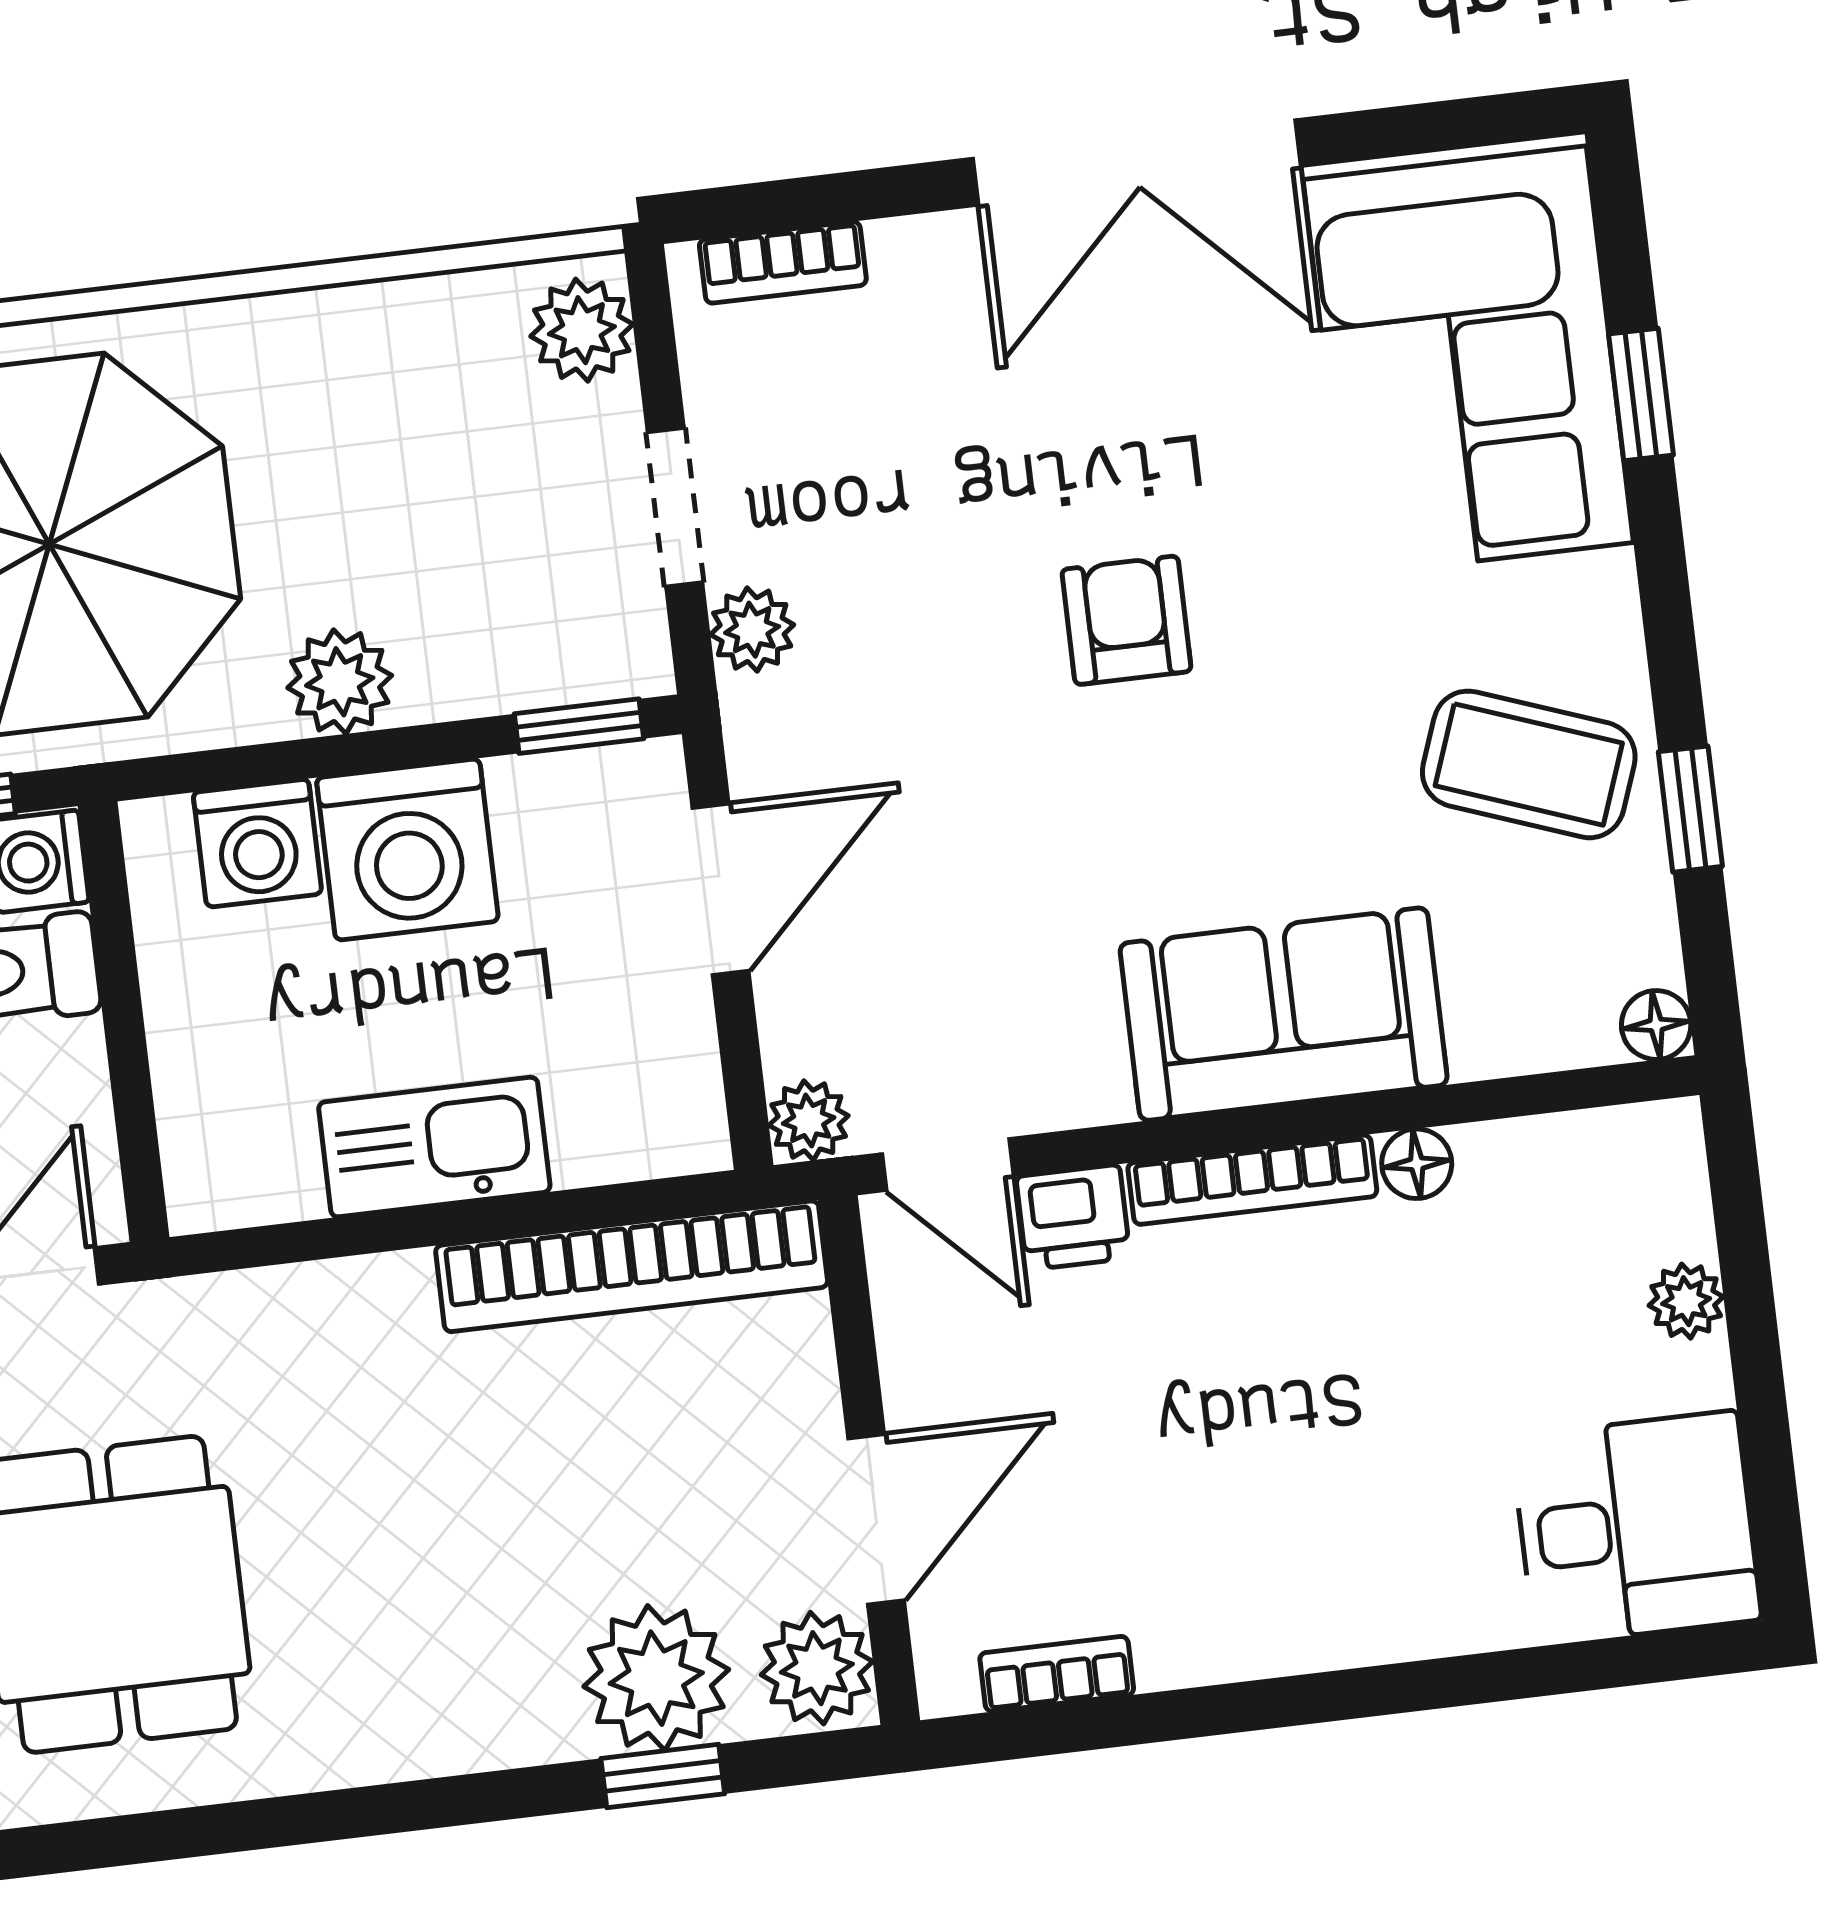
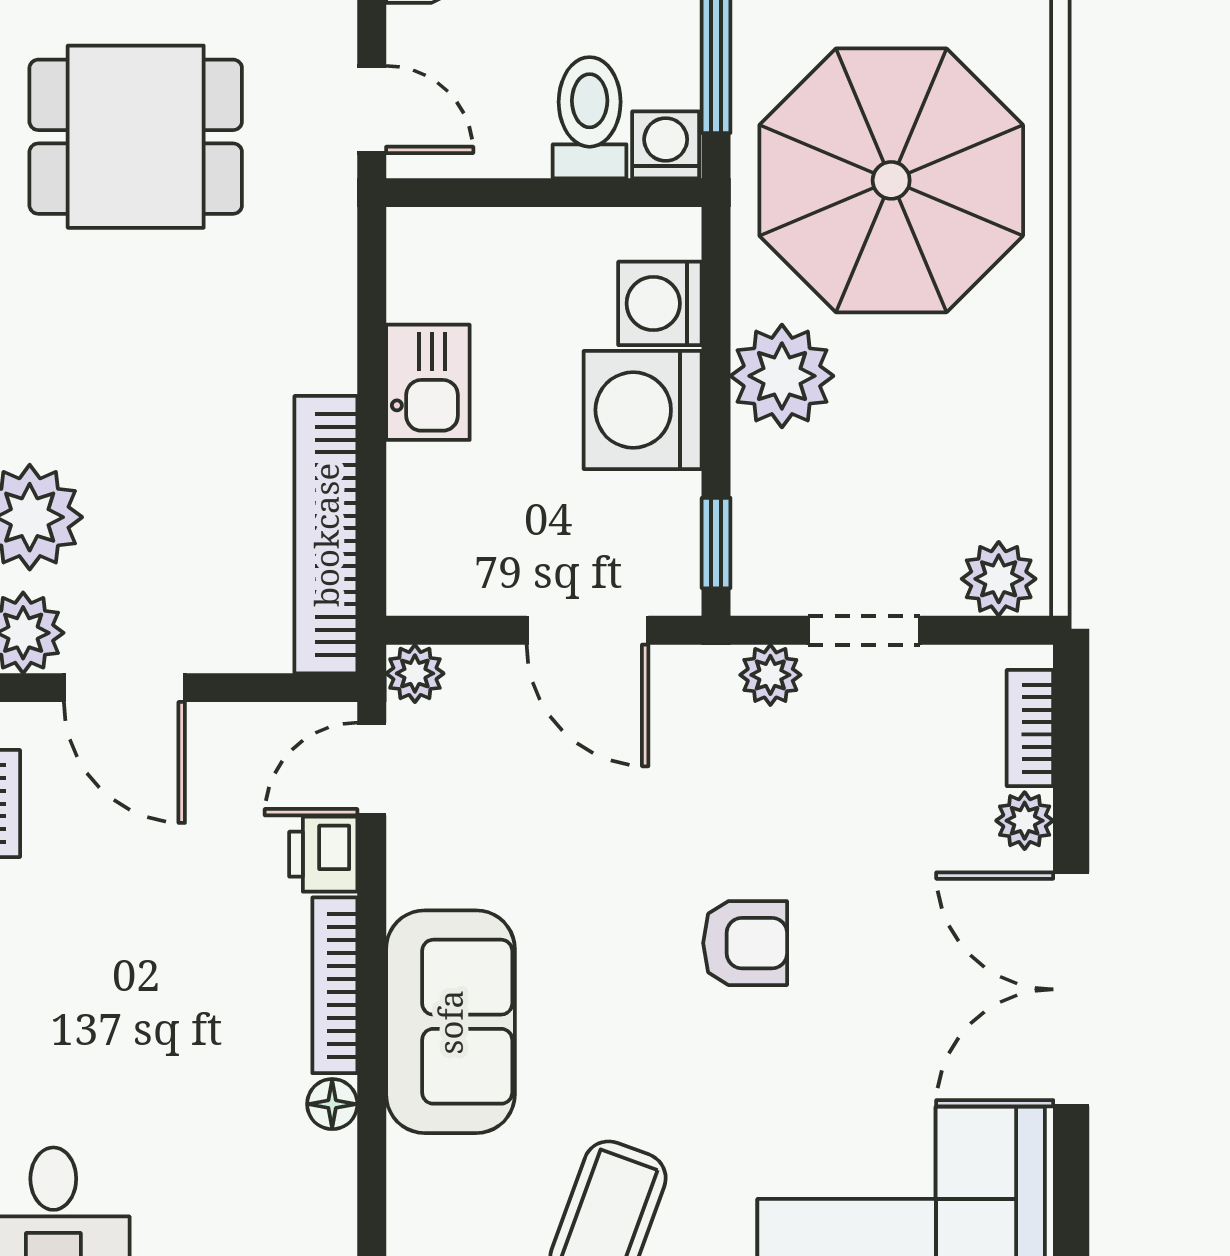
plant: (911, 255) -> (1025, 821), added
plant: (340, 682) -> (782, 376), width x1.36, depth x1.36
kitchen sink: (434, 1147) -> (428, 382), width x0.73

